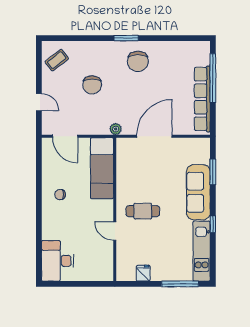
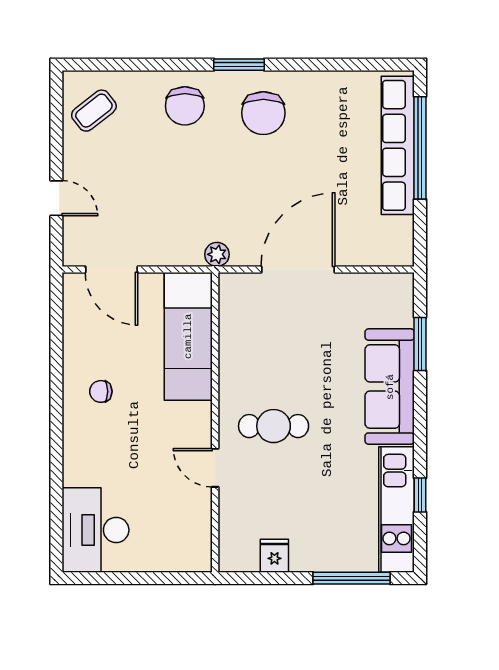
chair: (92, 85) -> (185, 106), moved
row of seats: (202, 99) -> (398, 145), moved
window: (213, 224) -> (420, 495), moved

